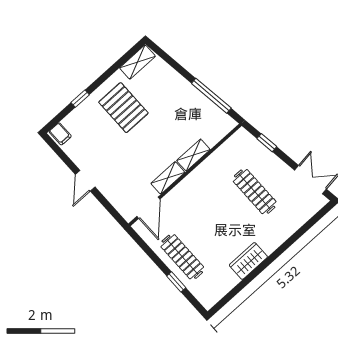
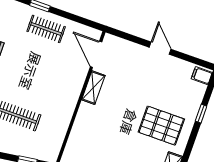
shelving: (193, 155) -> (83, 118), removed
clothes rail: (182, 257) -> (46, 29), width x0.73

